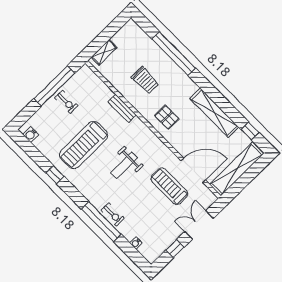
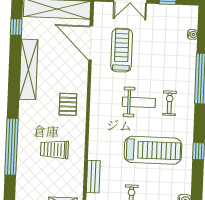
trolley: (145, 80) -> (54, 149), turned -90
bench: (122, 108) -> (93, 177), moved
treadmill: (169, 186) -> (122, 50), turned 180
exercise bike: (113, 214) -> (170, 103), moved

